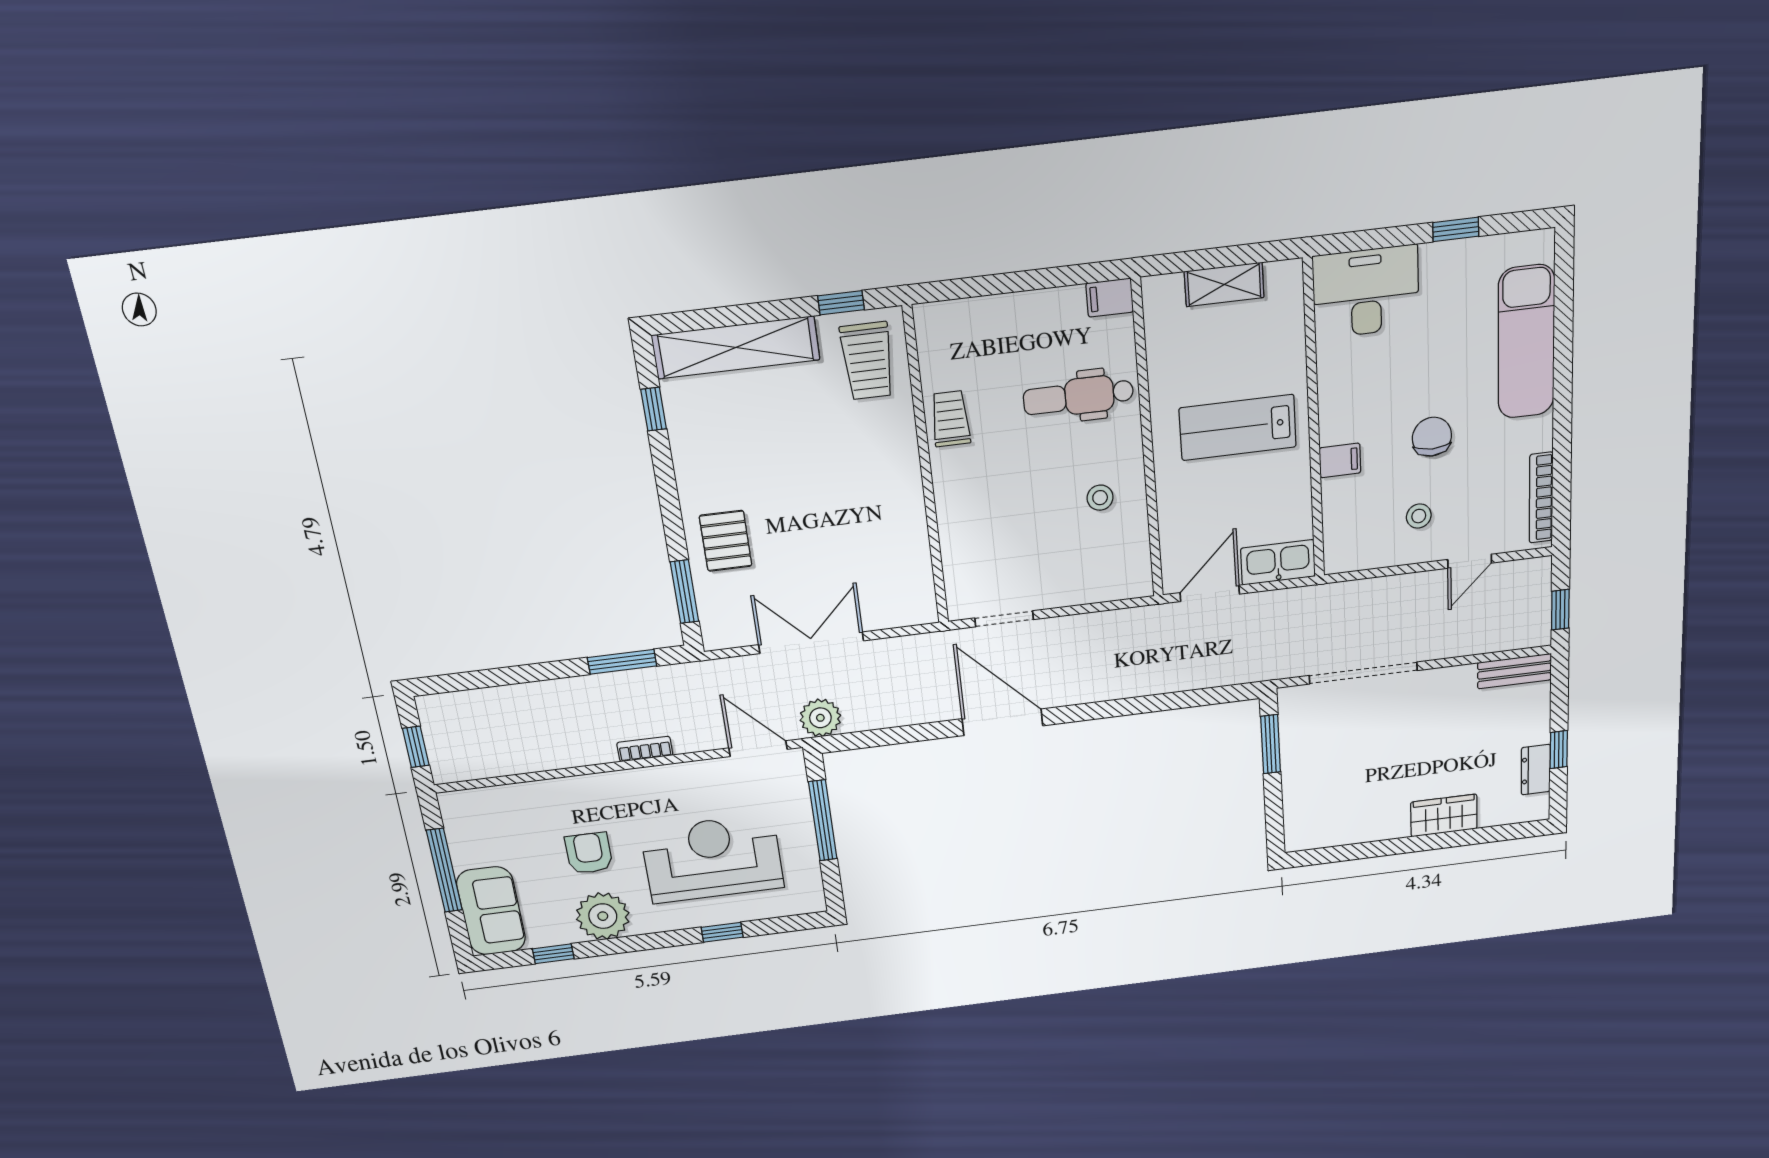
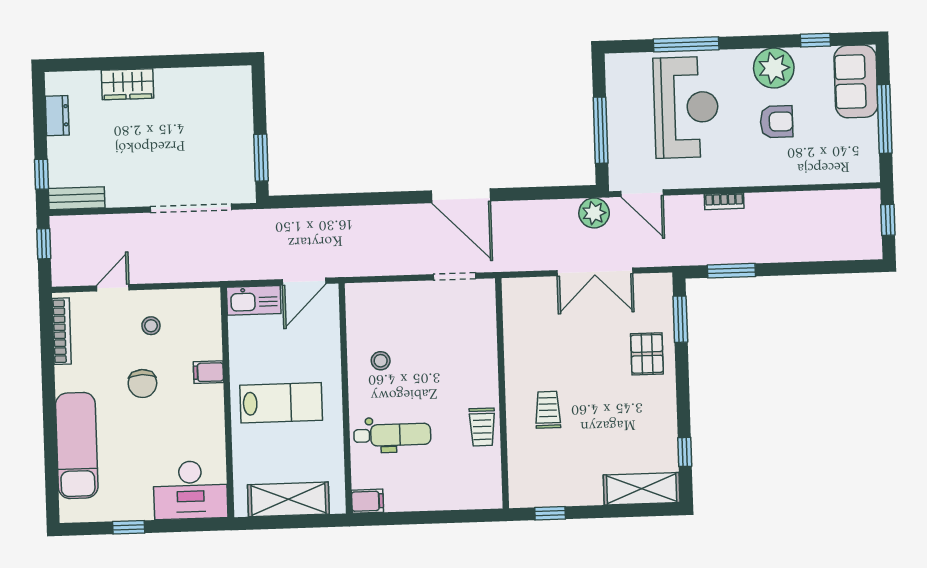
shelving: (1224, 284) -> (288, 499), width x1.50, depth x1.33
shelving: (736, 347) -> (642, 489), width x0.68
trolley: (867, 361) -> (548, 410), moved, width x0.73, depth x0.72
window: (1559, 750) -> (41, 174), moved
armchair: (589, 853) -> (777, 122), turned -90
reception desk: (712, 859) -> (686, 107), turned -90
window: (722, 932) -> (686, 44), width x2.17

